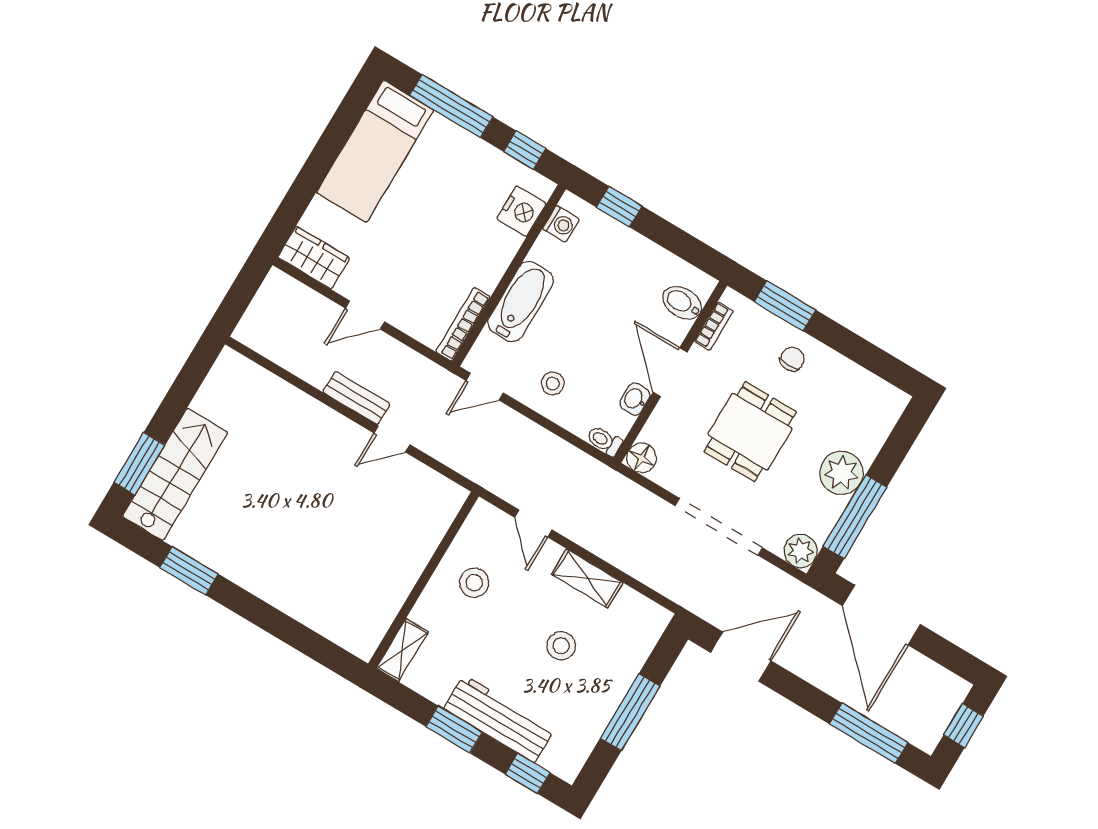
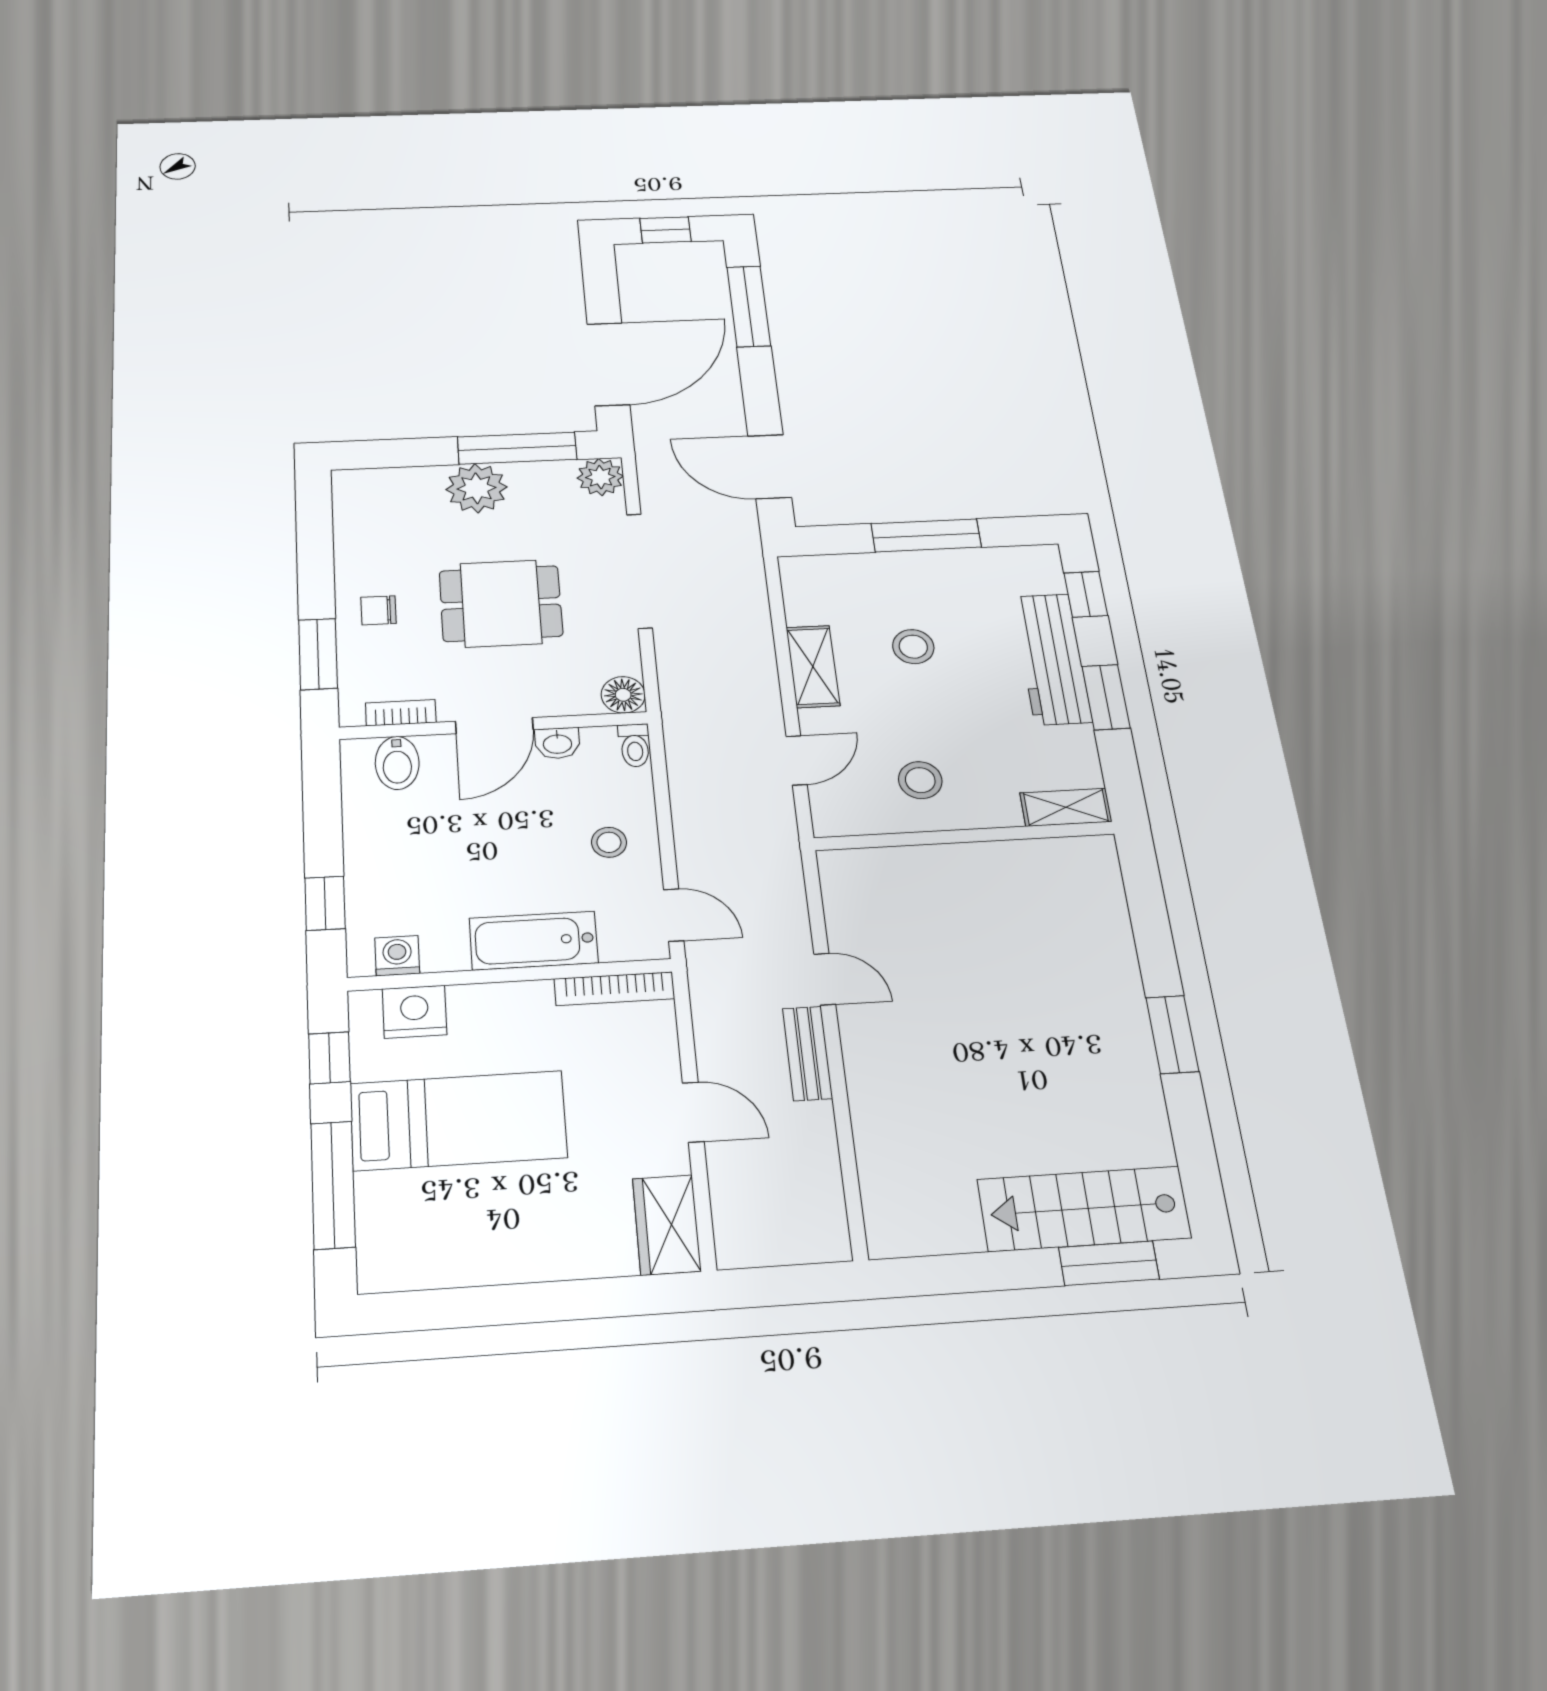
bed: (375, 151) -> (458, 1121), moved
window: (189, 571) -> (1172, 1035), moved

